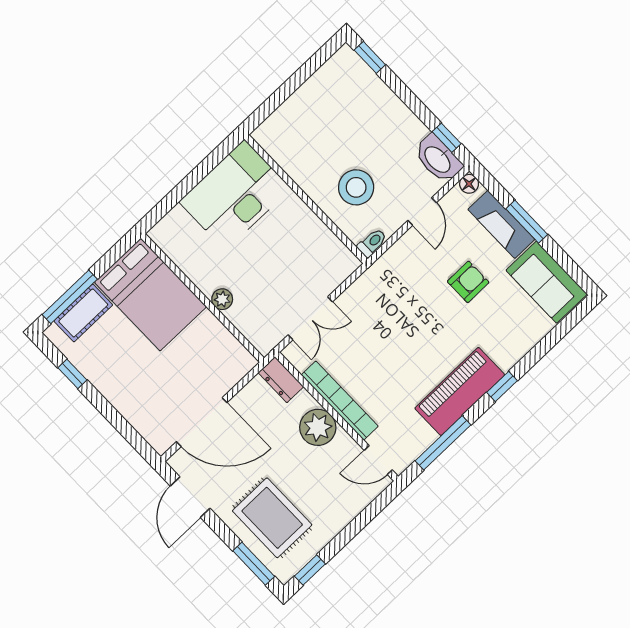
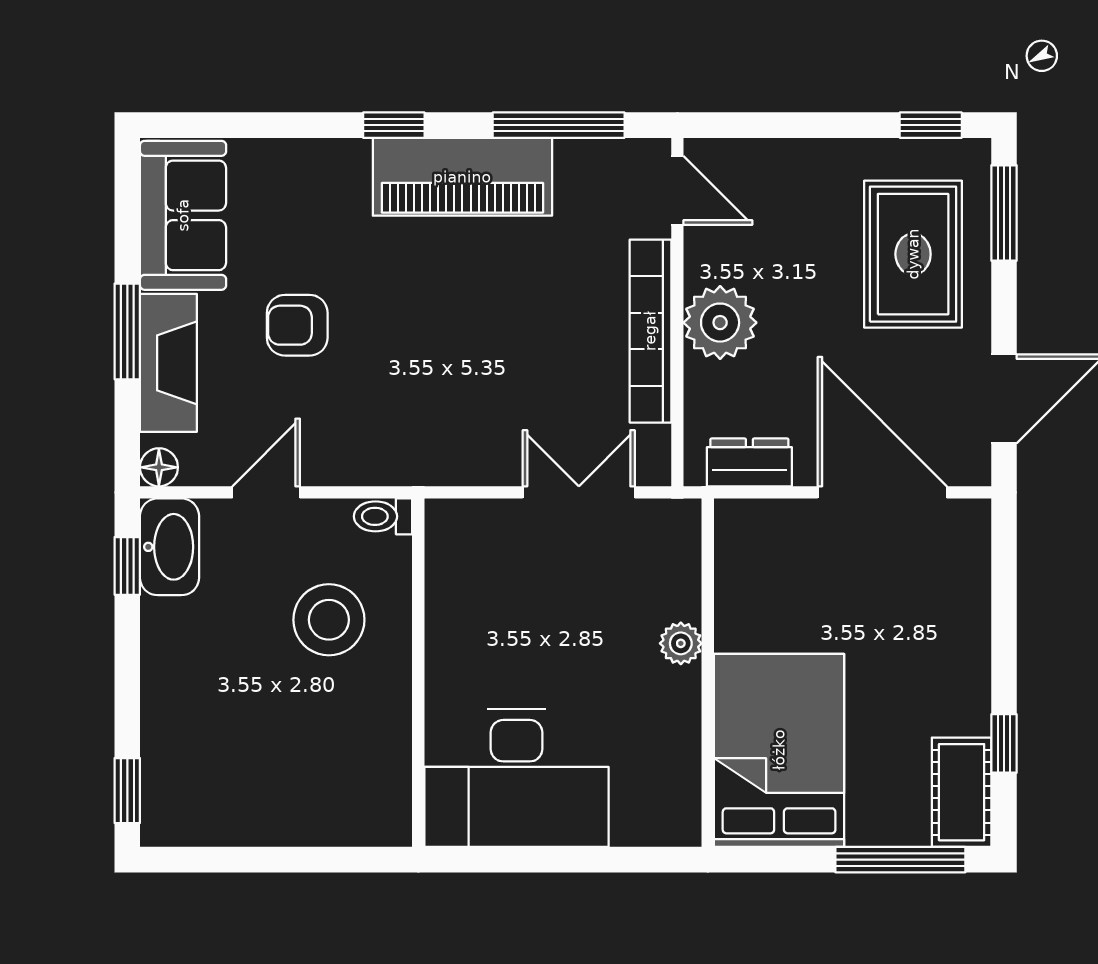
cot: (83, 313) -> (962, 792), moved, turned 90
dresser: (281, 380) -> (749, 462), moved, turned -90

